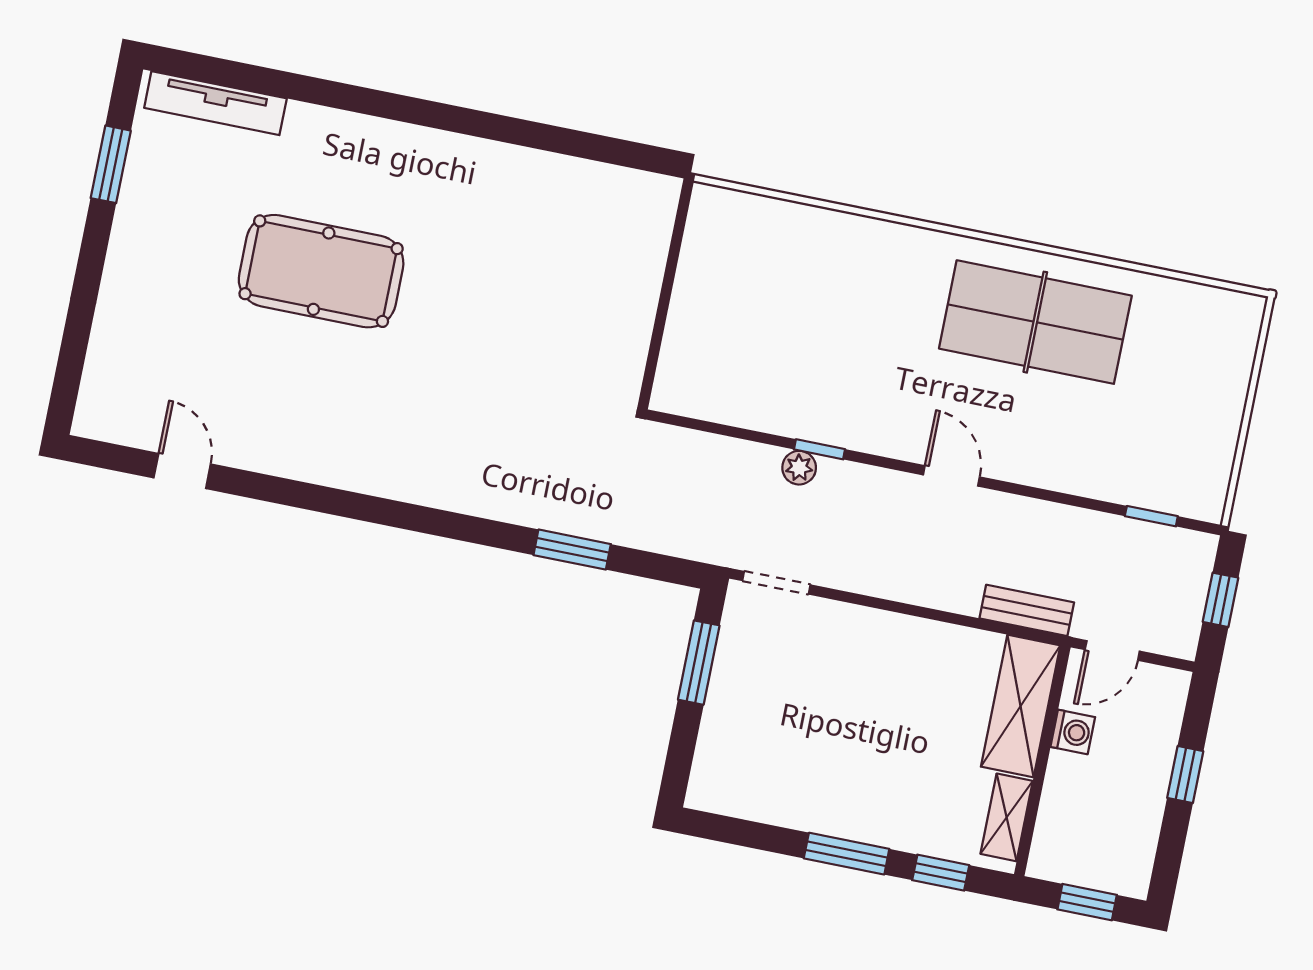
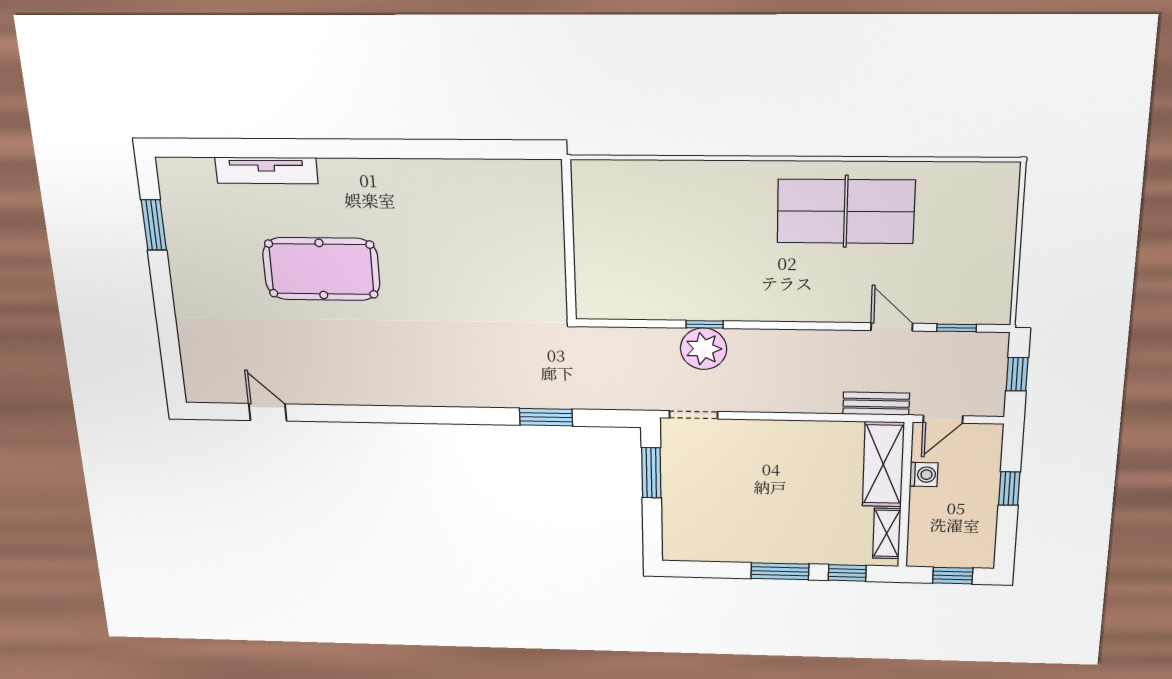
tv unit: (215, 103) -> (266, 170), moved
plant: (799, 468) -> (704, 349), width x1.88, depth x1.88
door: (951, 476) -> (892, 327), moved

